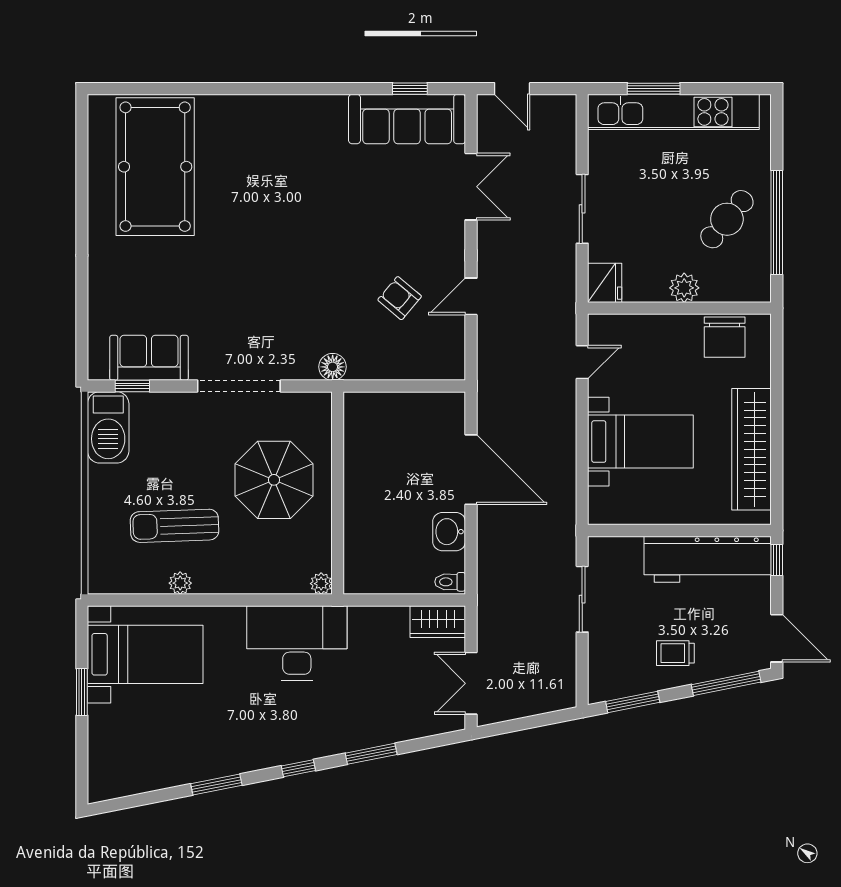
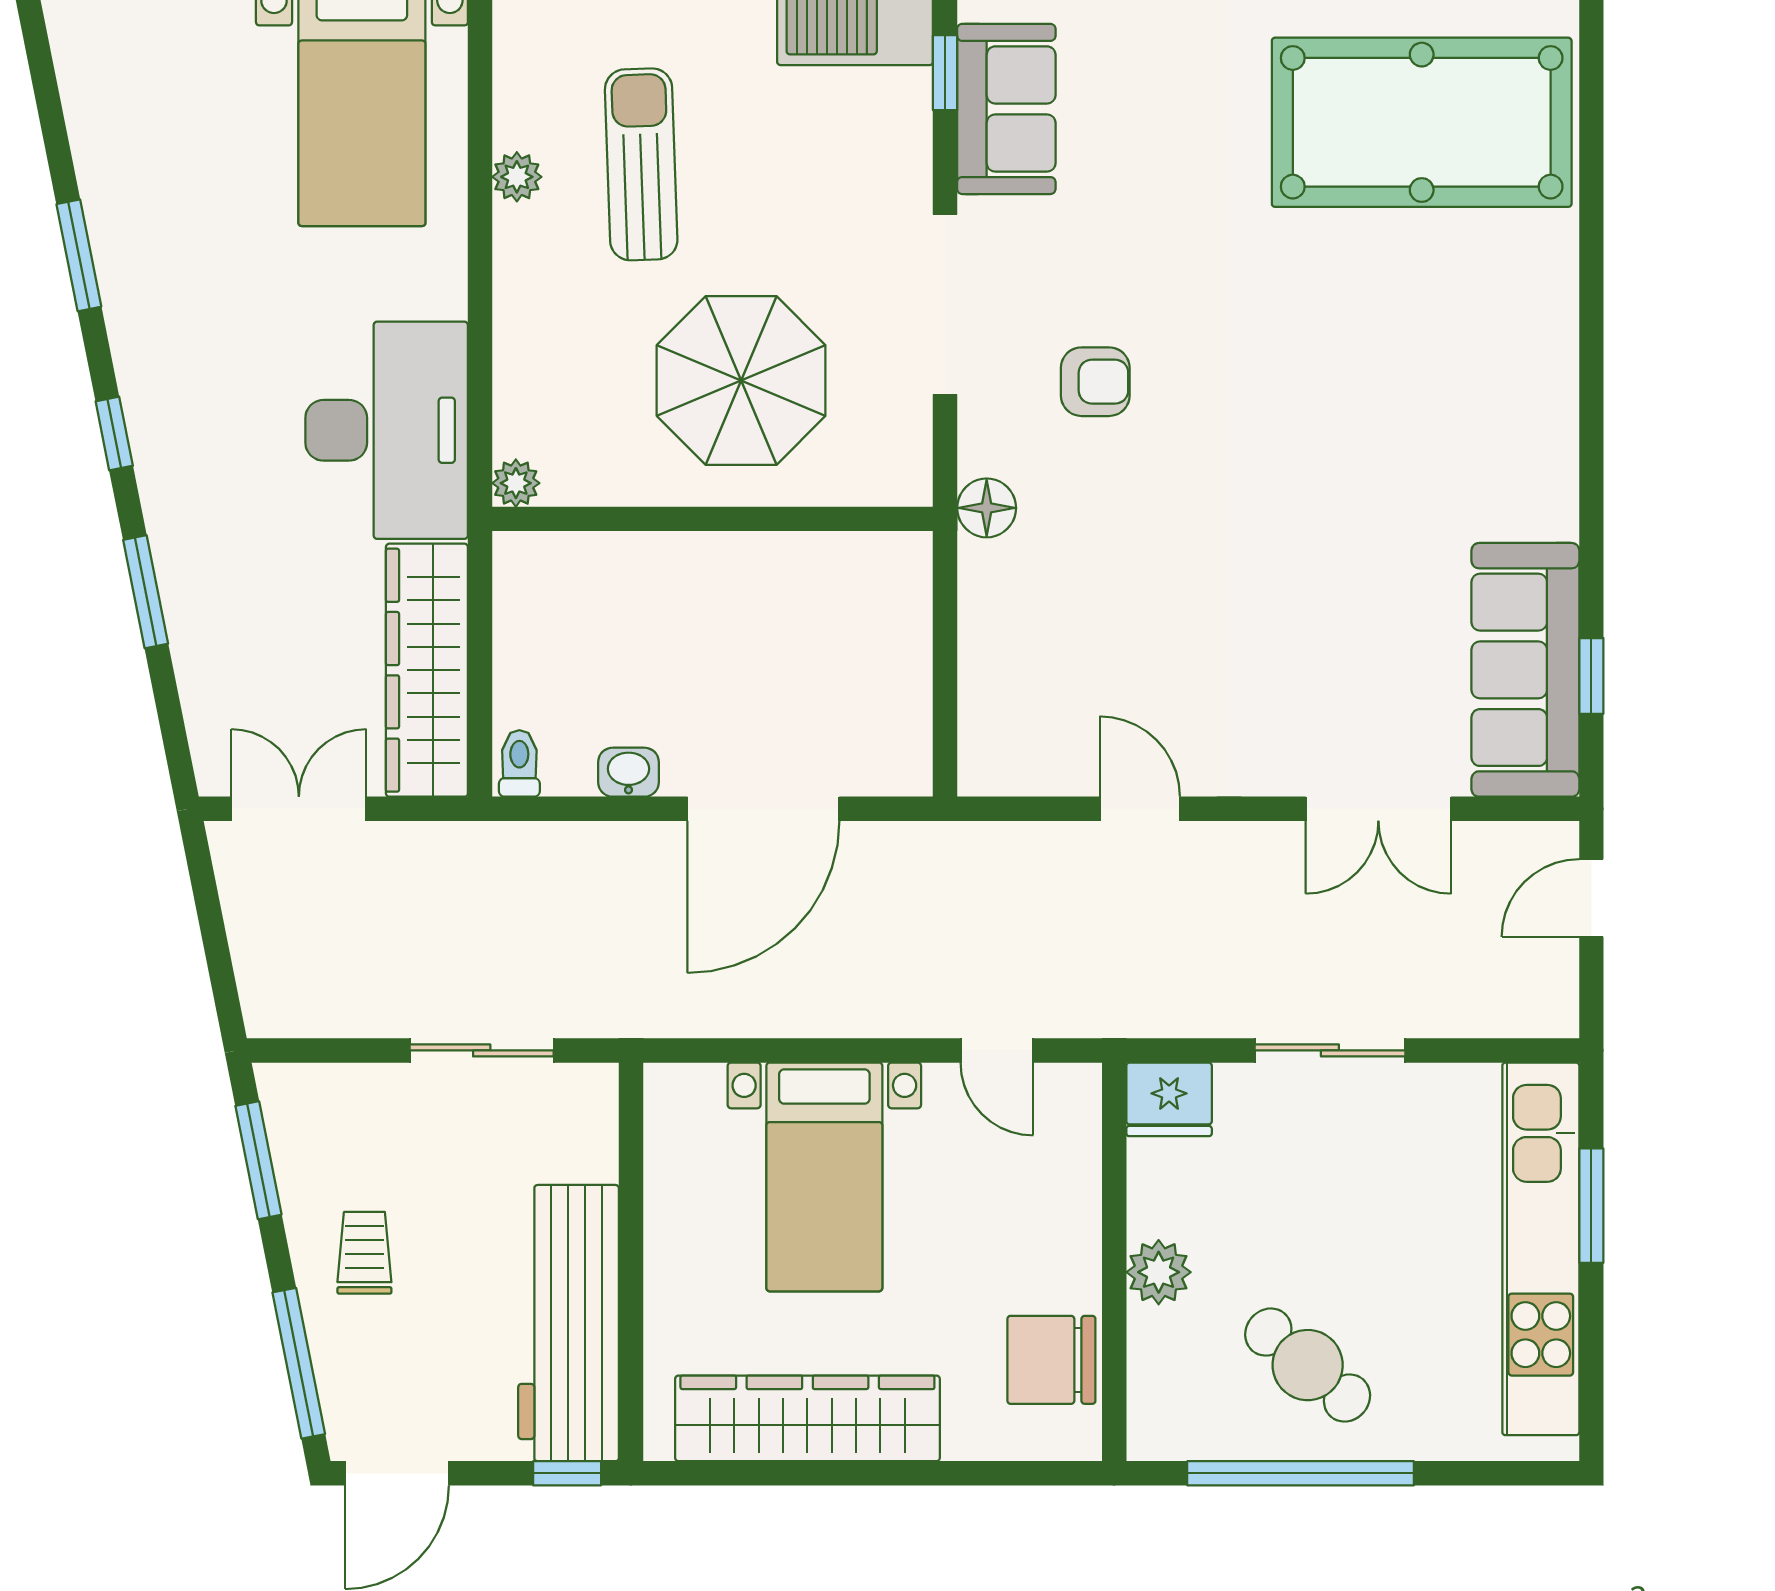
armchair: (400, 298) -> (1095, 382), moved, turned 50
washbasin: (449, 532) -> (628, 772), width x0.72, depth x0.69
wardrobe: (438, 622) -> (427, 670), width x2.10, depth x1.17

